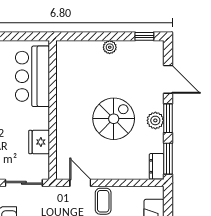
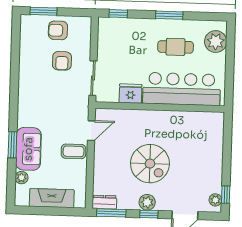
plant: (110, 47) -> (215, 200), moved
bar counter: (32, 76) -> (182, 89), width x1.36
window: (168, 118) -> (149, 214), width x0.67

